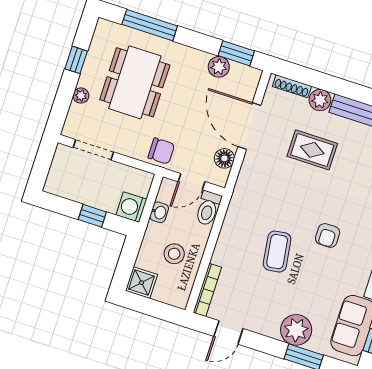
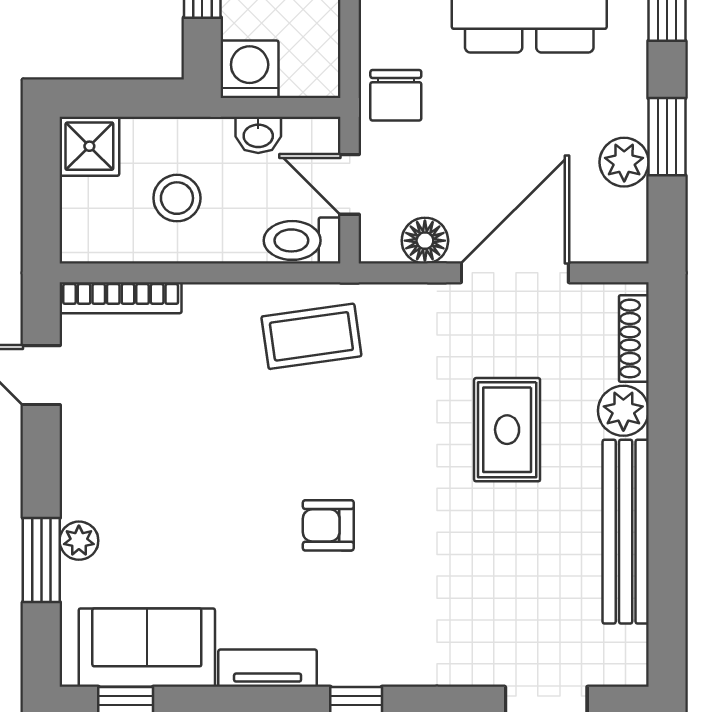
window: (236, 53) -> (667, 137), moved
coffee table: (277, 252) -> (311, 336), moved
plant: (296, 330) -> (79, 541), width x0.53, depth x0.53

